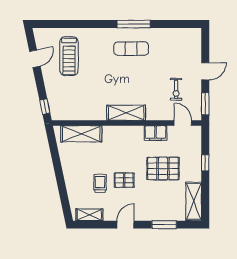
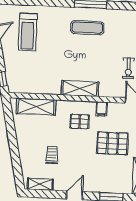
filing cabinet: (155, 133) -> (102, 109), width x0.50
pallet: (124, 180) -> (80, 122), moved

